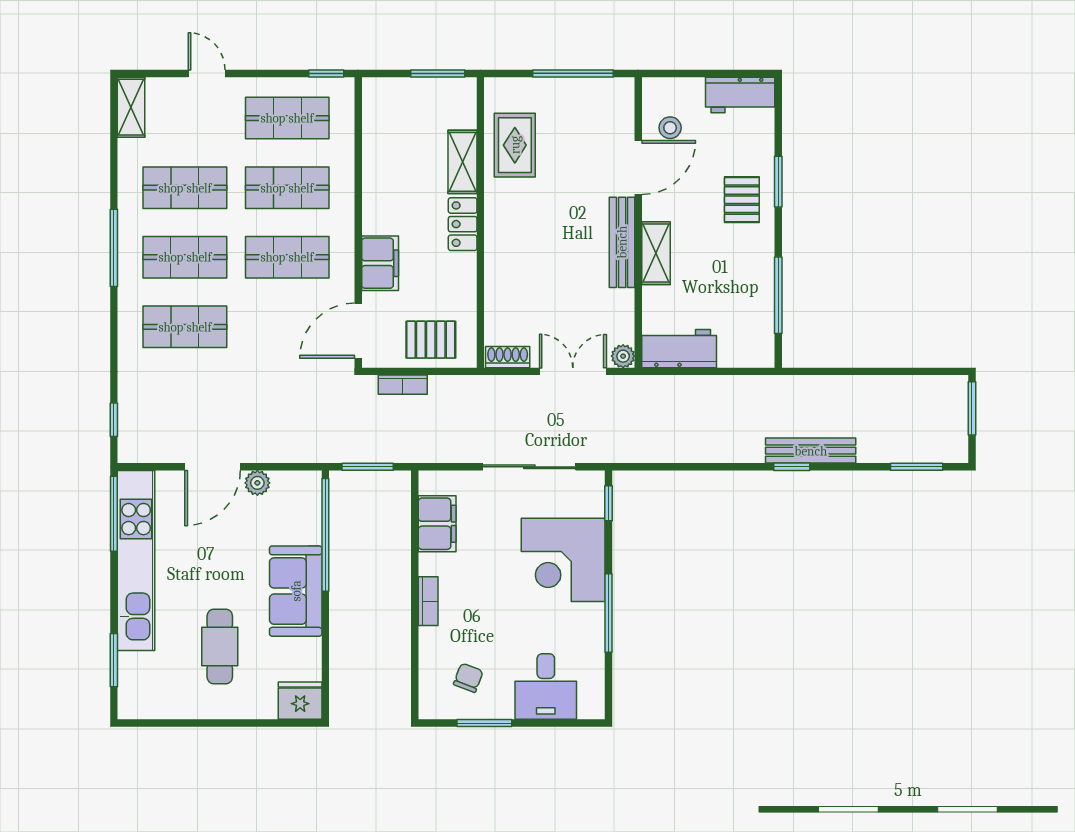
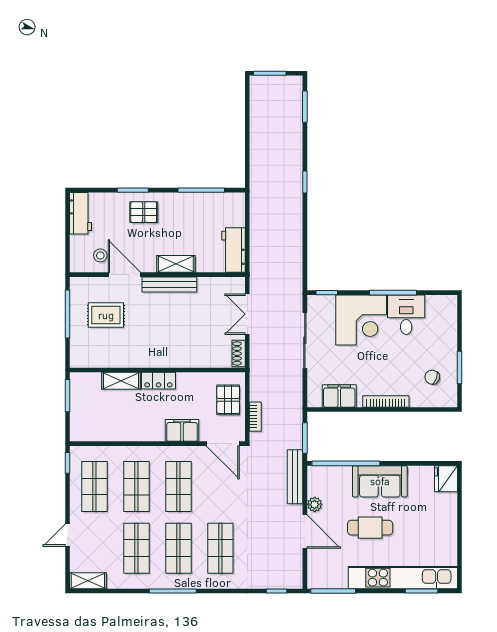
rug: (515, 145) -> (106, 315), moved
plant: (623, 356) -> (238, 284), removed
bench: (811, 451) -> (295, 477), moved
kitchen unit: (136, 561) -> (403, 578), moved
bookcase: (428, 601) -> (386, 401), width x1.56
cafe table: (220, 646) -> (370, 528), moved
desk: (546, 686) -> (406, 315), moved, turned -90

